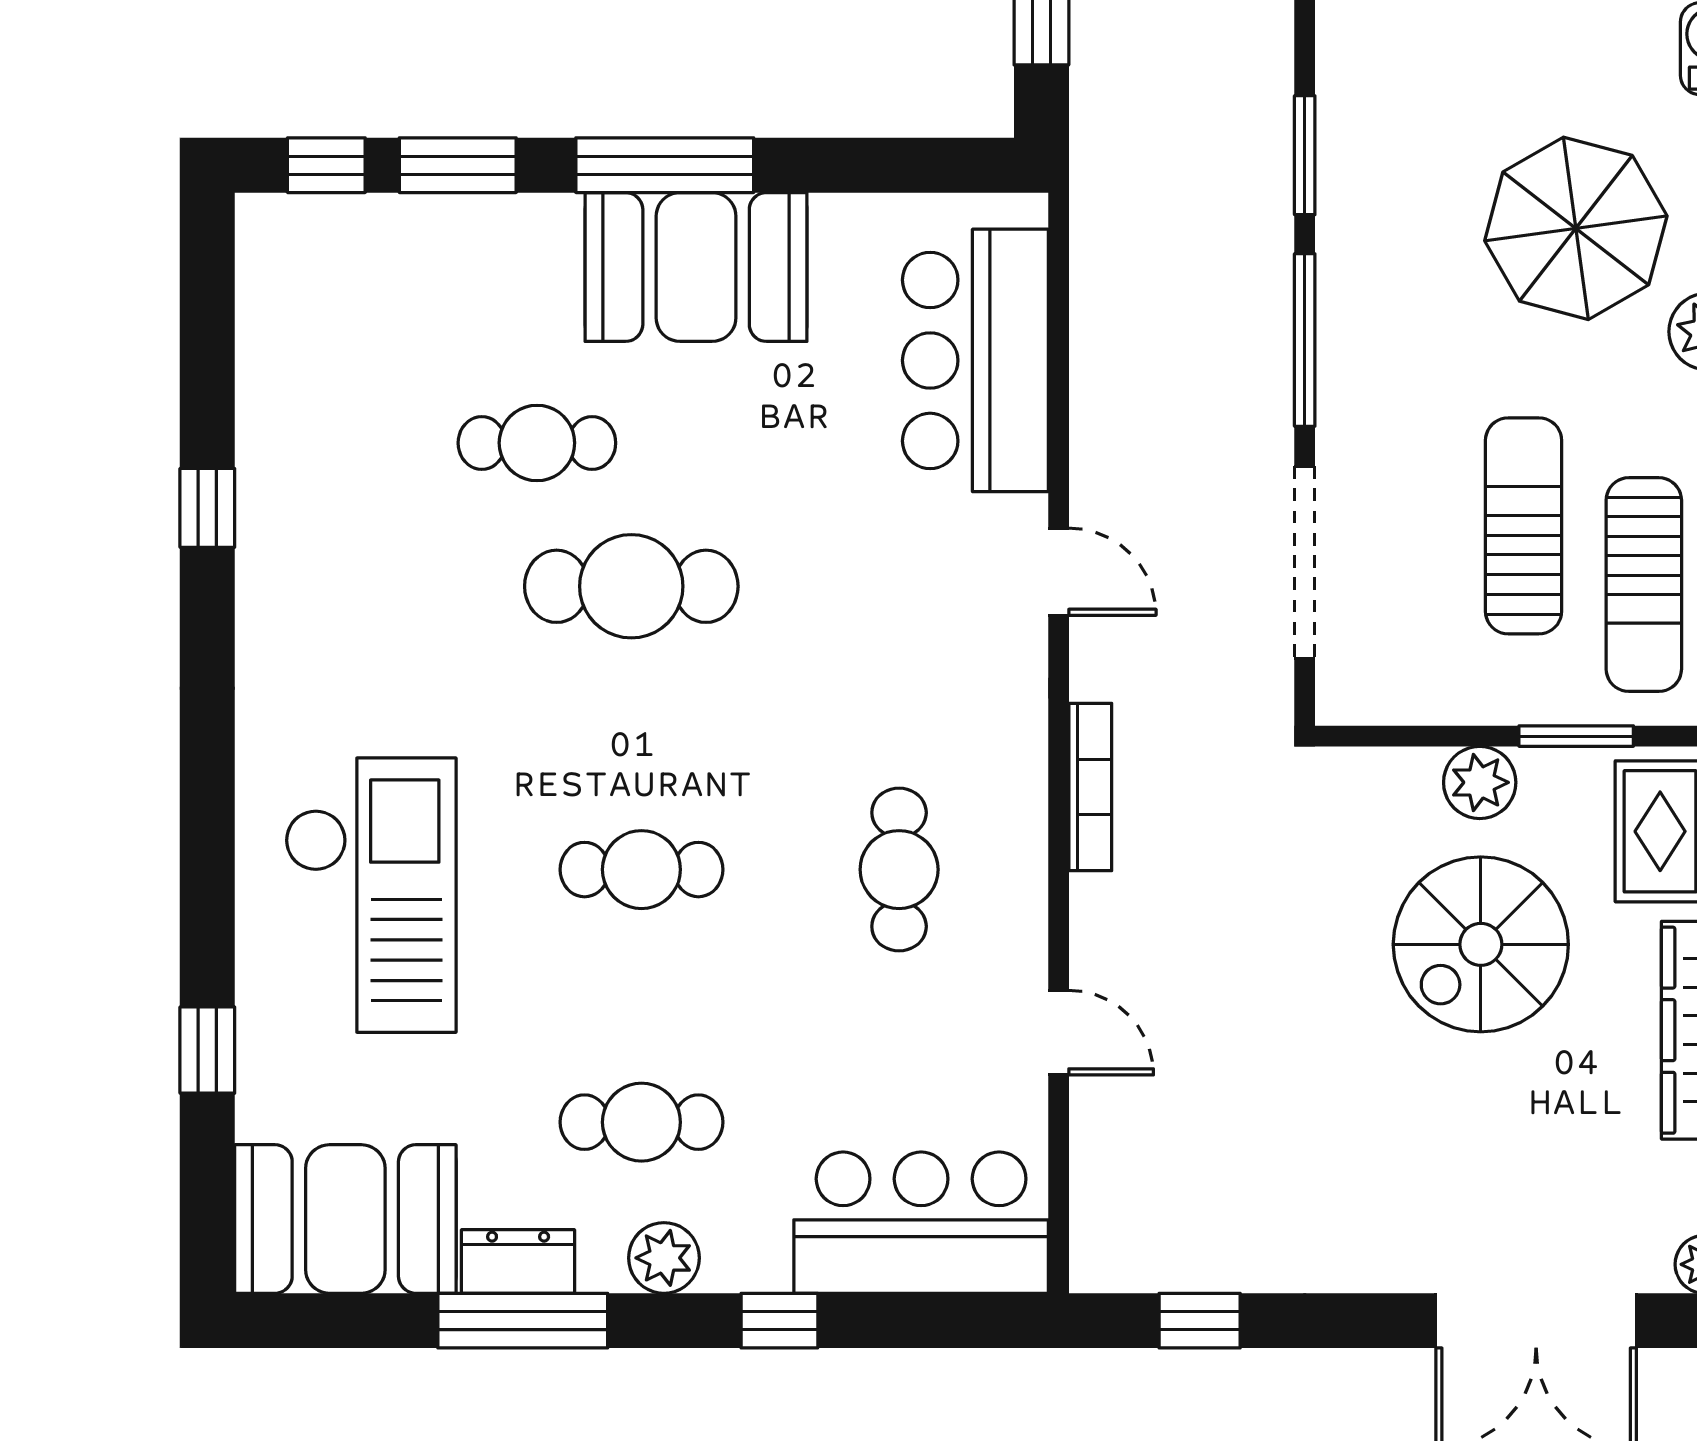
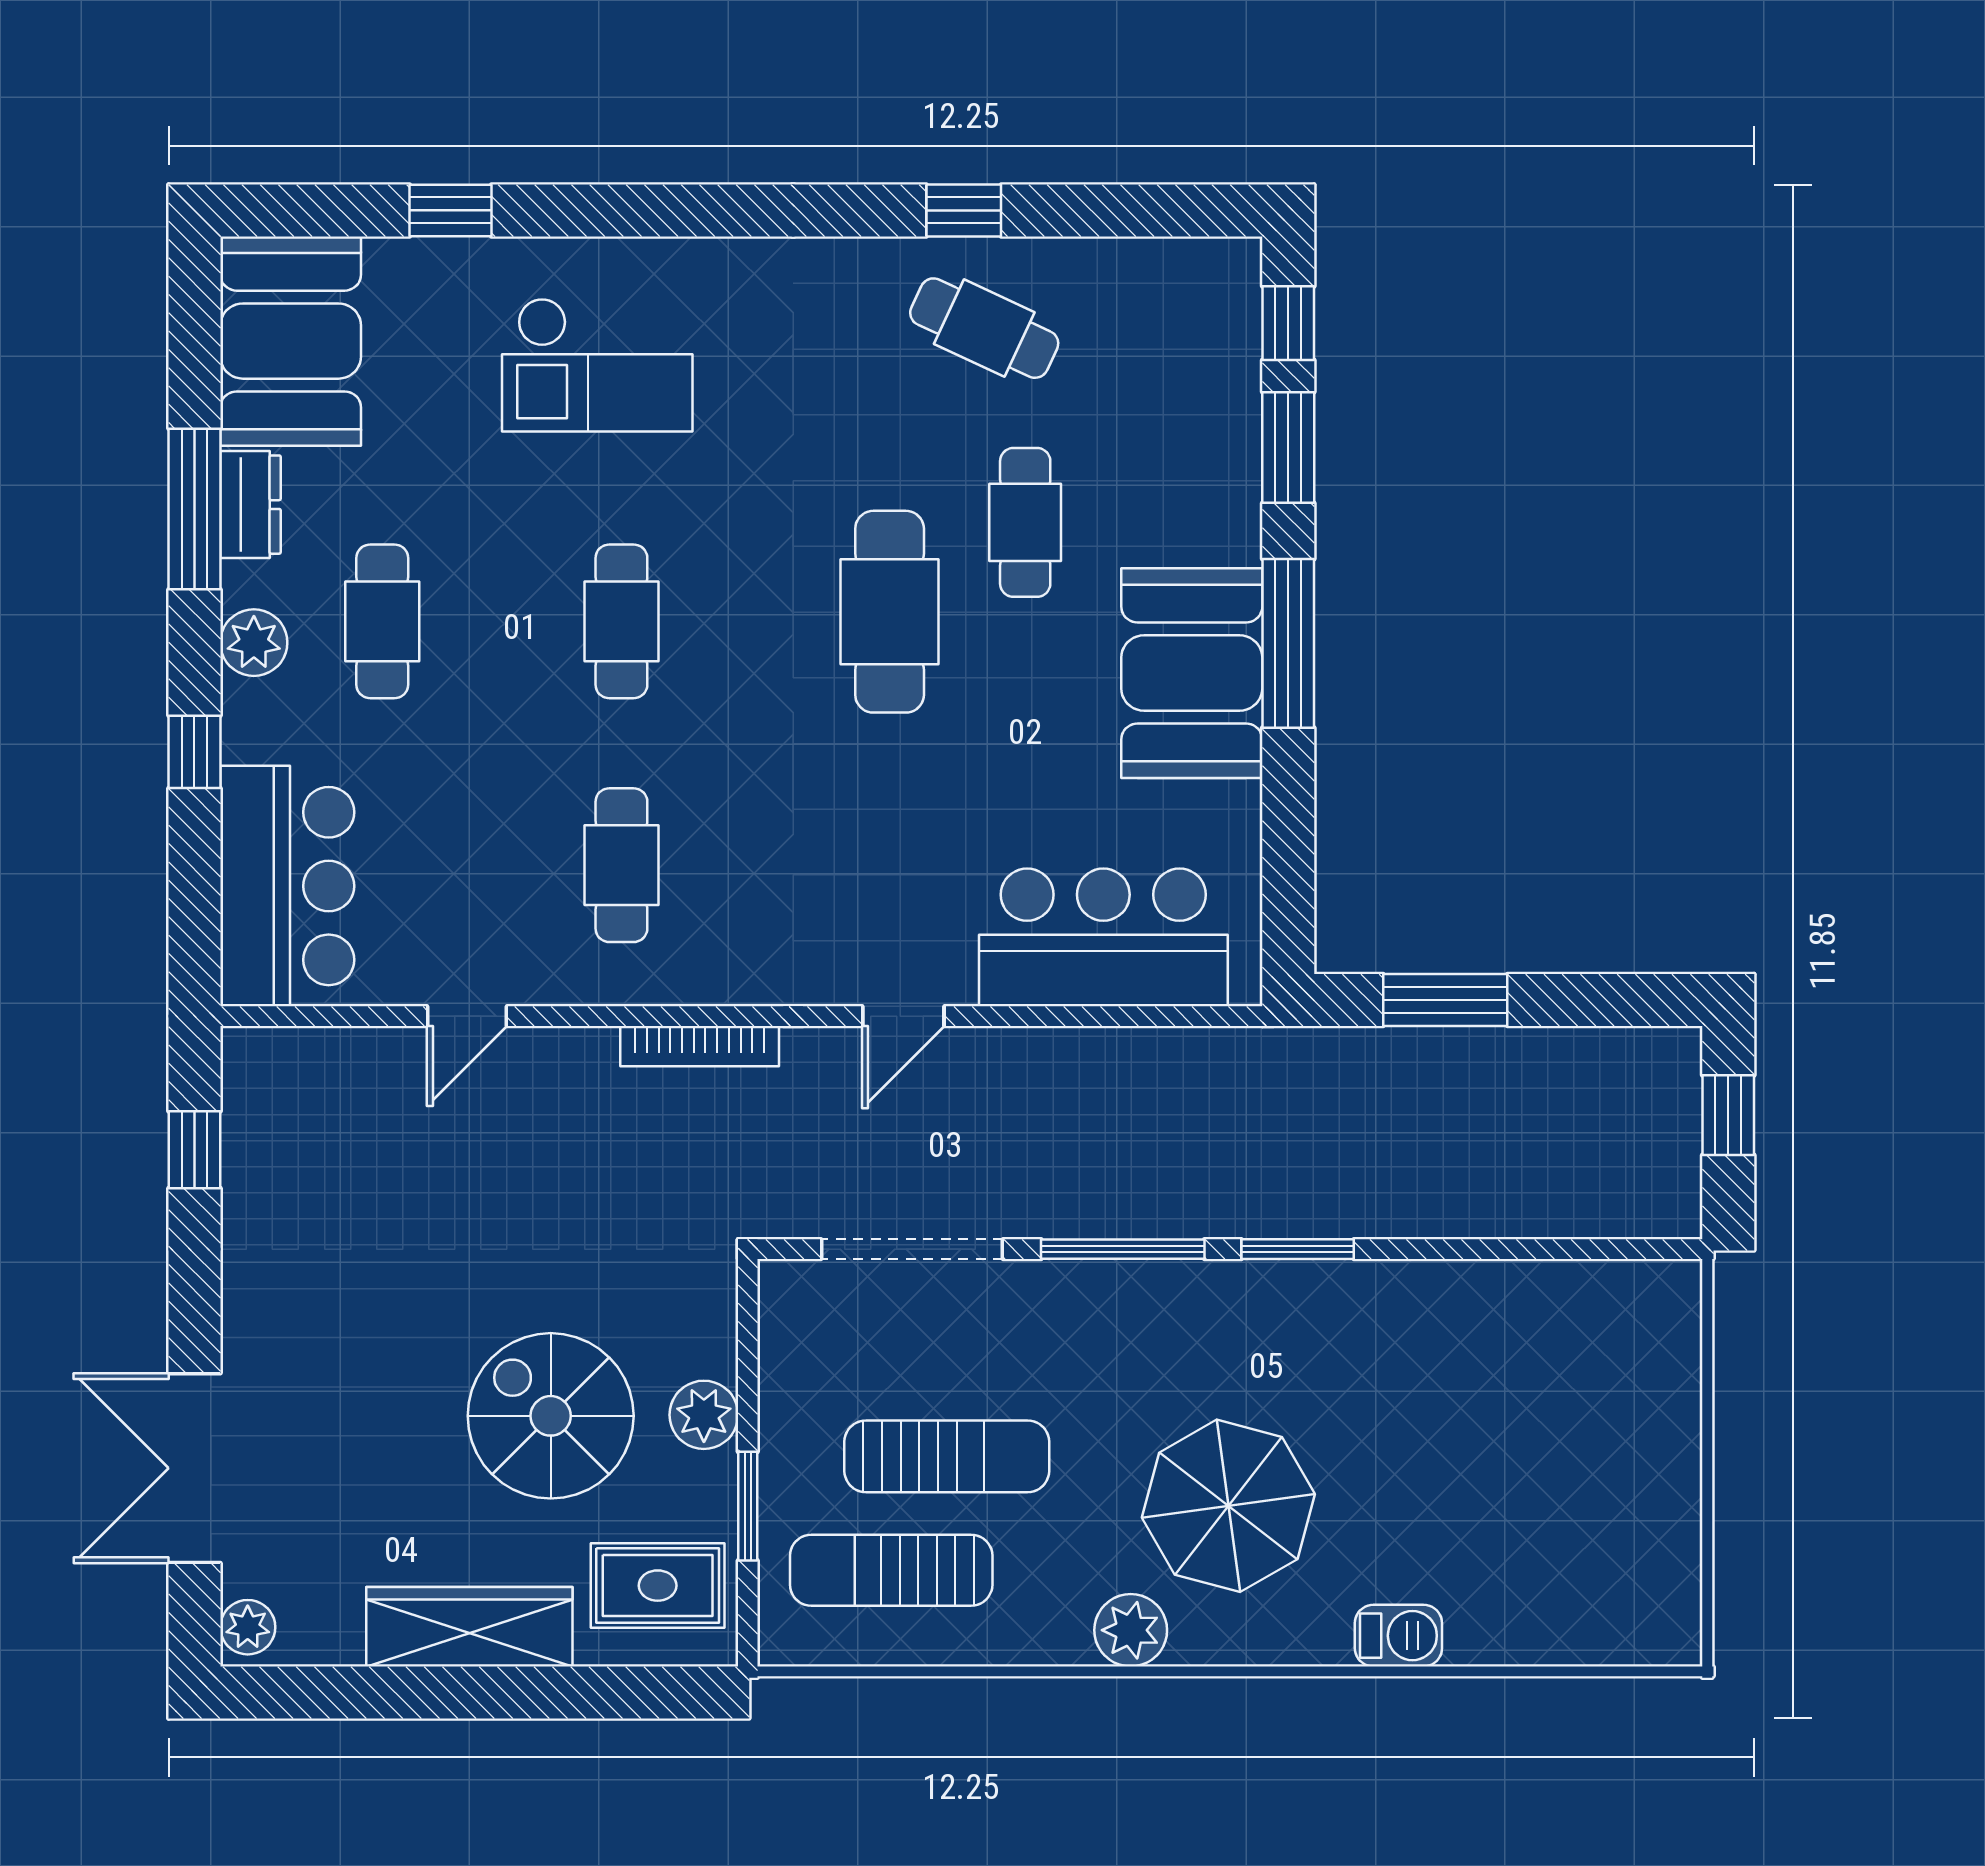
cafe table: (332, 486) -> (984, 328), added
cafe table: (899, 870) -> (621, 865), turned 90
checkout: (371, 895) -> (597, 365), width x0.73, depth x0.83

